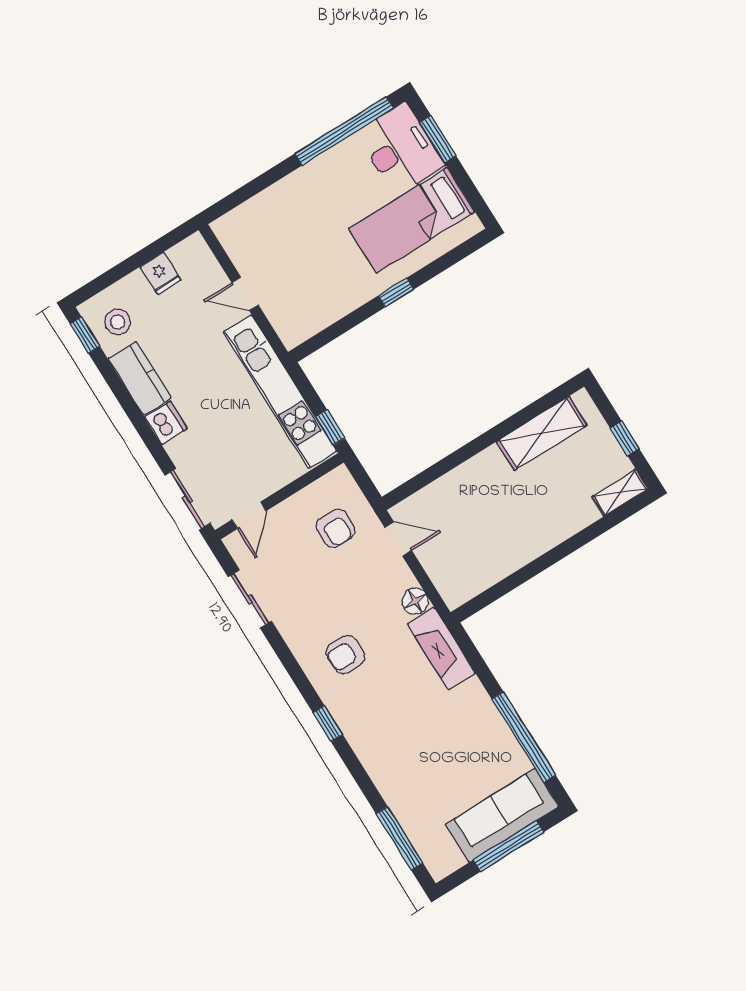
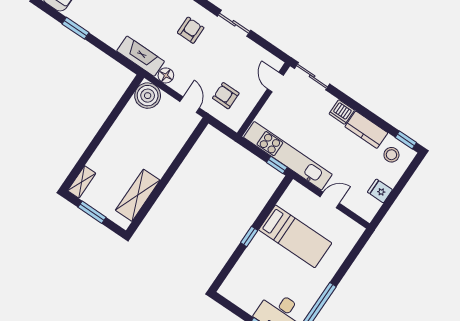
bed: (412, 220) -> (295, 236), moved, turned 90
window: (330, 427) -> (277, 165), moved
window: (625, 438) -> (92, 212), width x1.50
door: (398, 539) -> (190, 105), swing flipped
boiler: (458, 582) -> (148, 96), added
sliding door: (250, 599) -> (234, 23), moved
window: (524, 737) -> (76, 28), width x0.47

